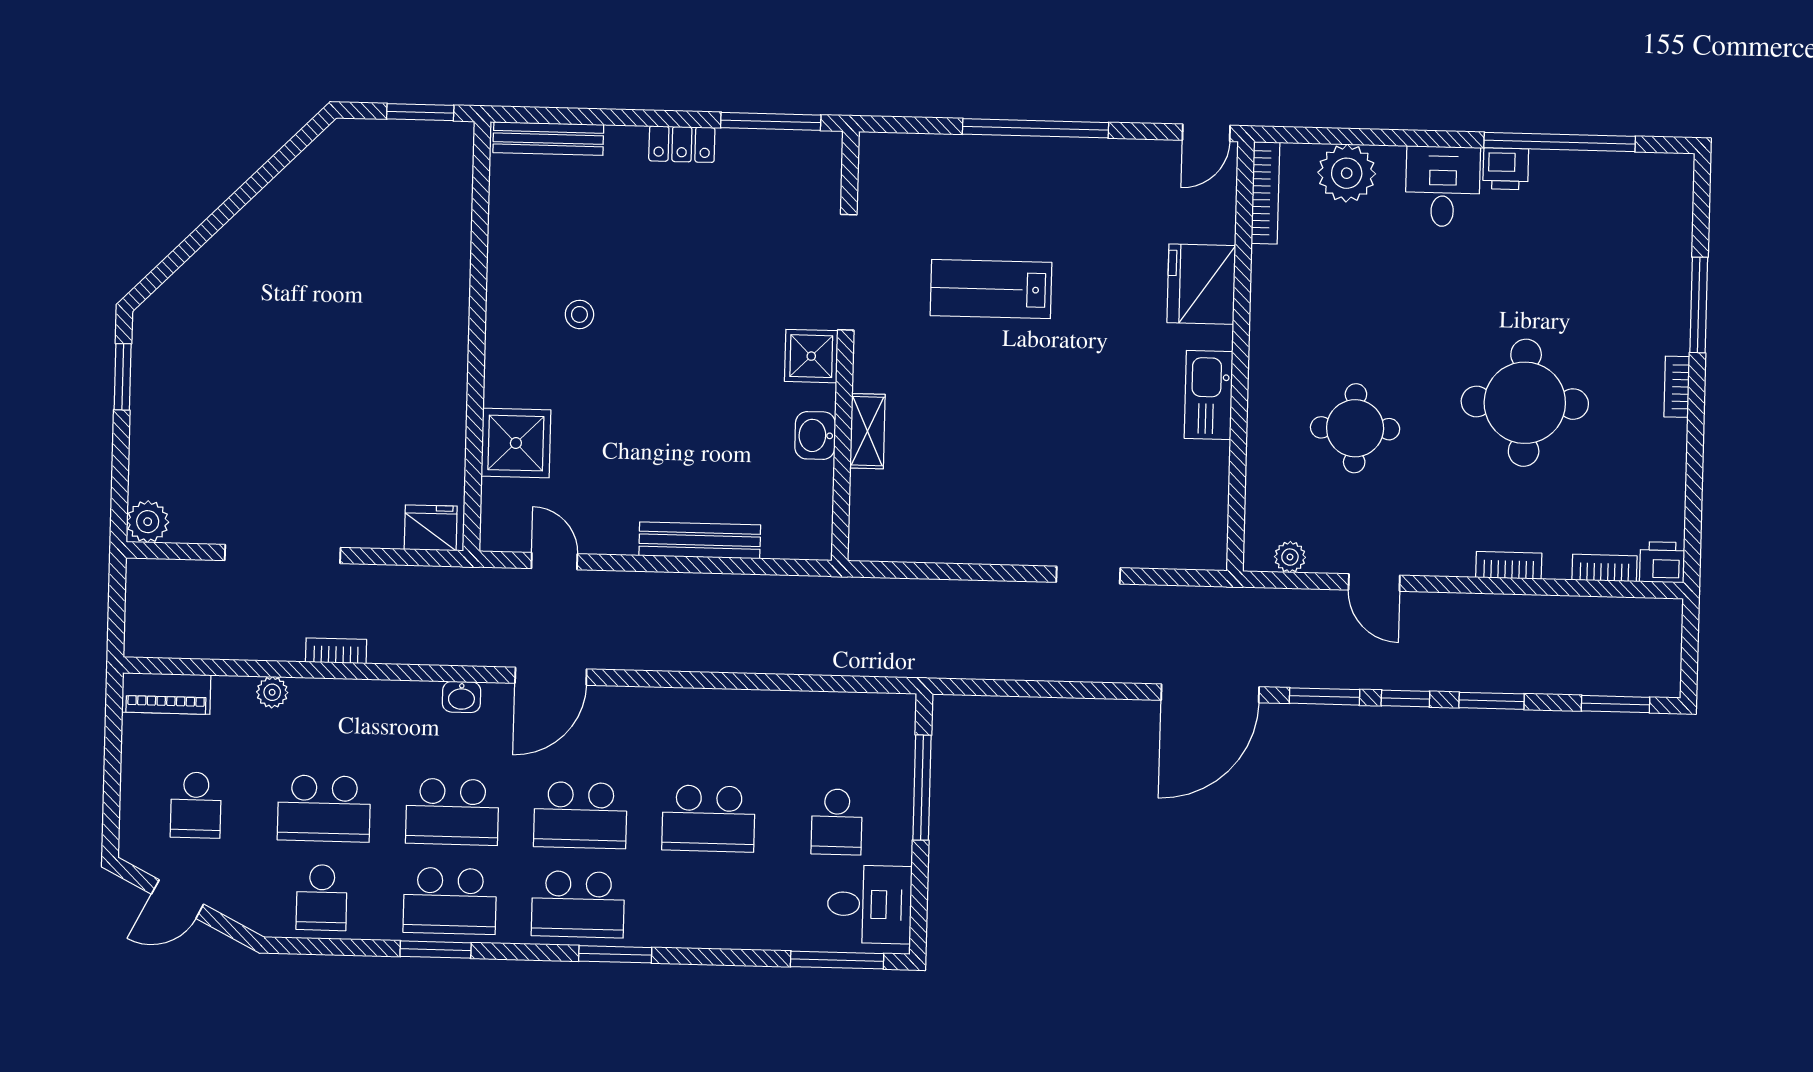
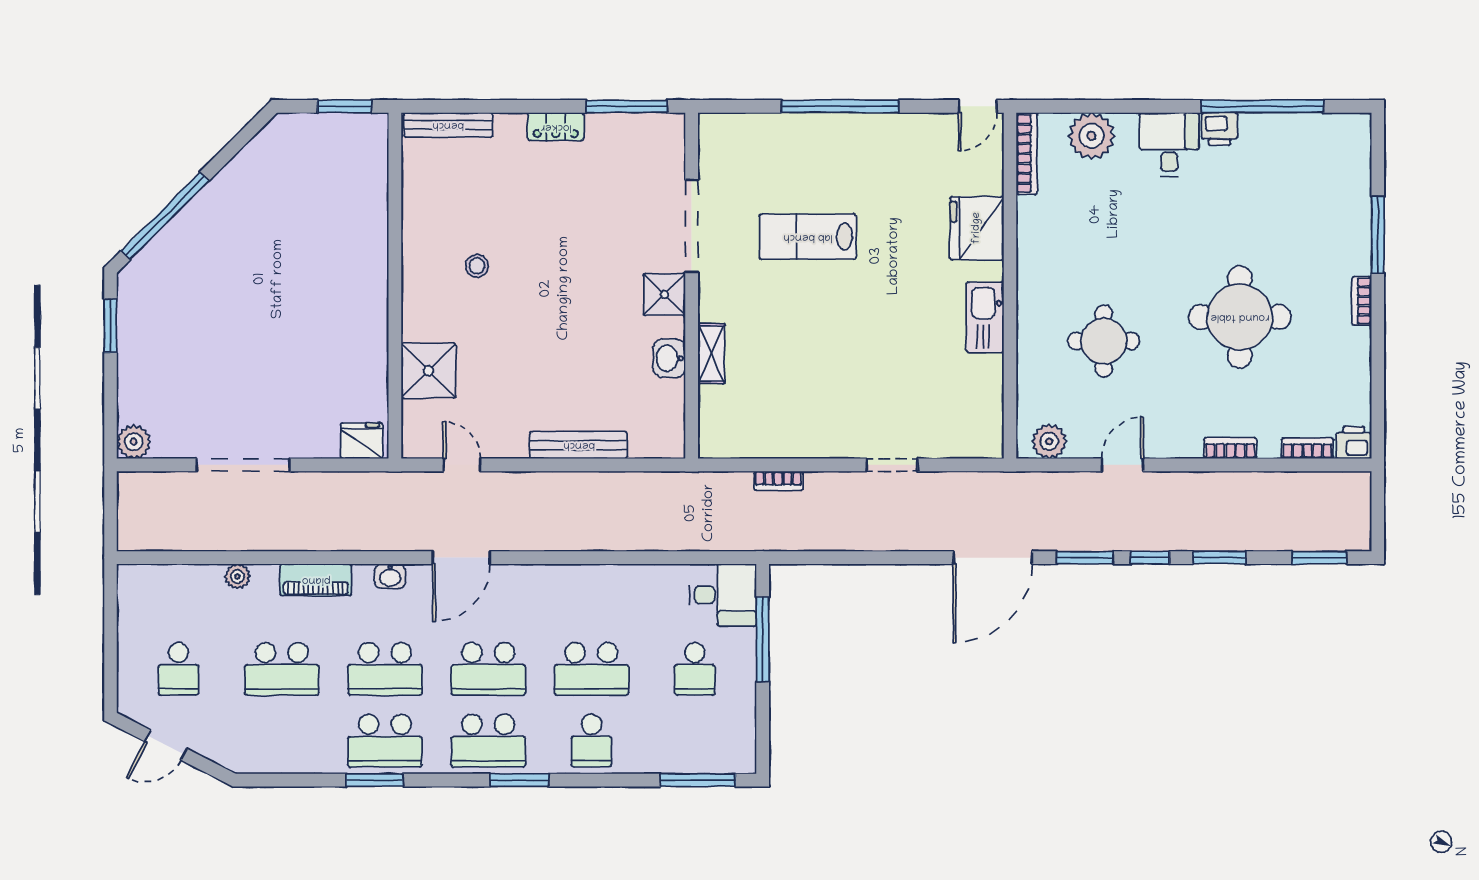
window: (194, 242) -> (165, 216), added
plant: (1290, 557) -> (1049, 441), width x1.38, depth x1.38
door: (1374, 583) -> (1122, 465), swing flipped
bookcase: (336, 651) -> (778, 481), moved, turned 180
piano: (166, 694) -> (316, 580), moved
school desk: (322, 898) -> (591, 741), moved
desk: (870, 904) -> (723, 595), moved

